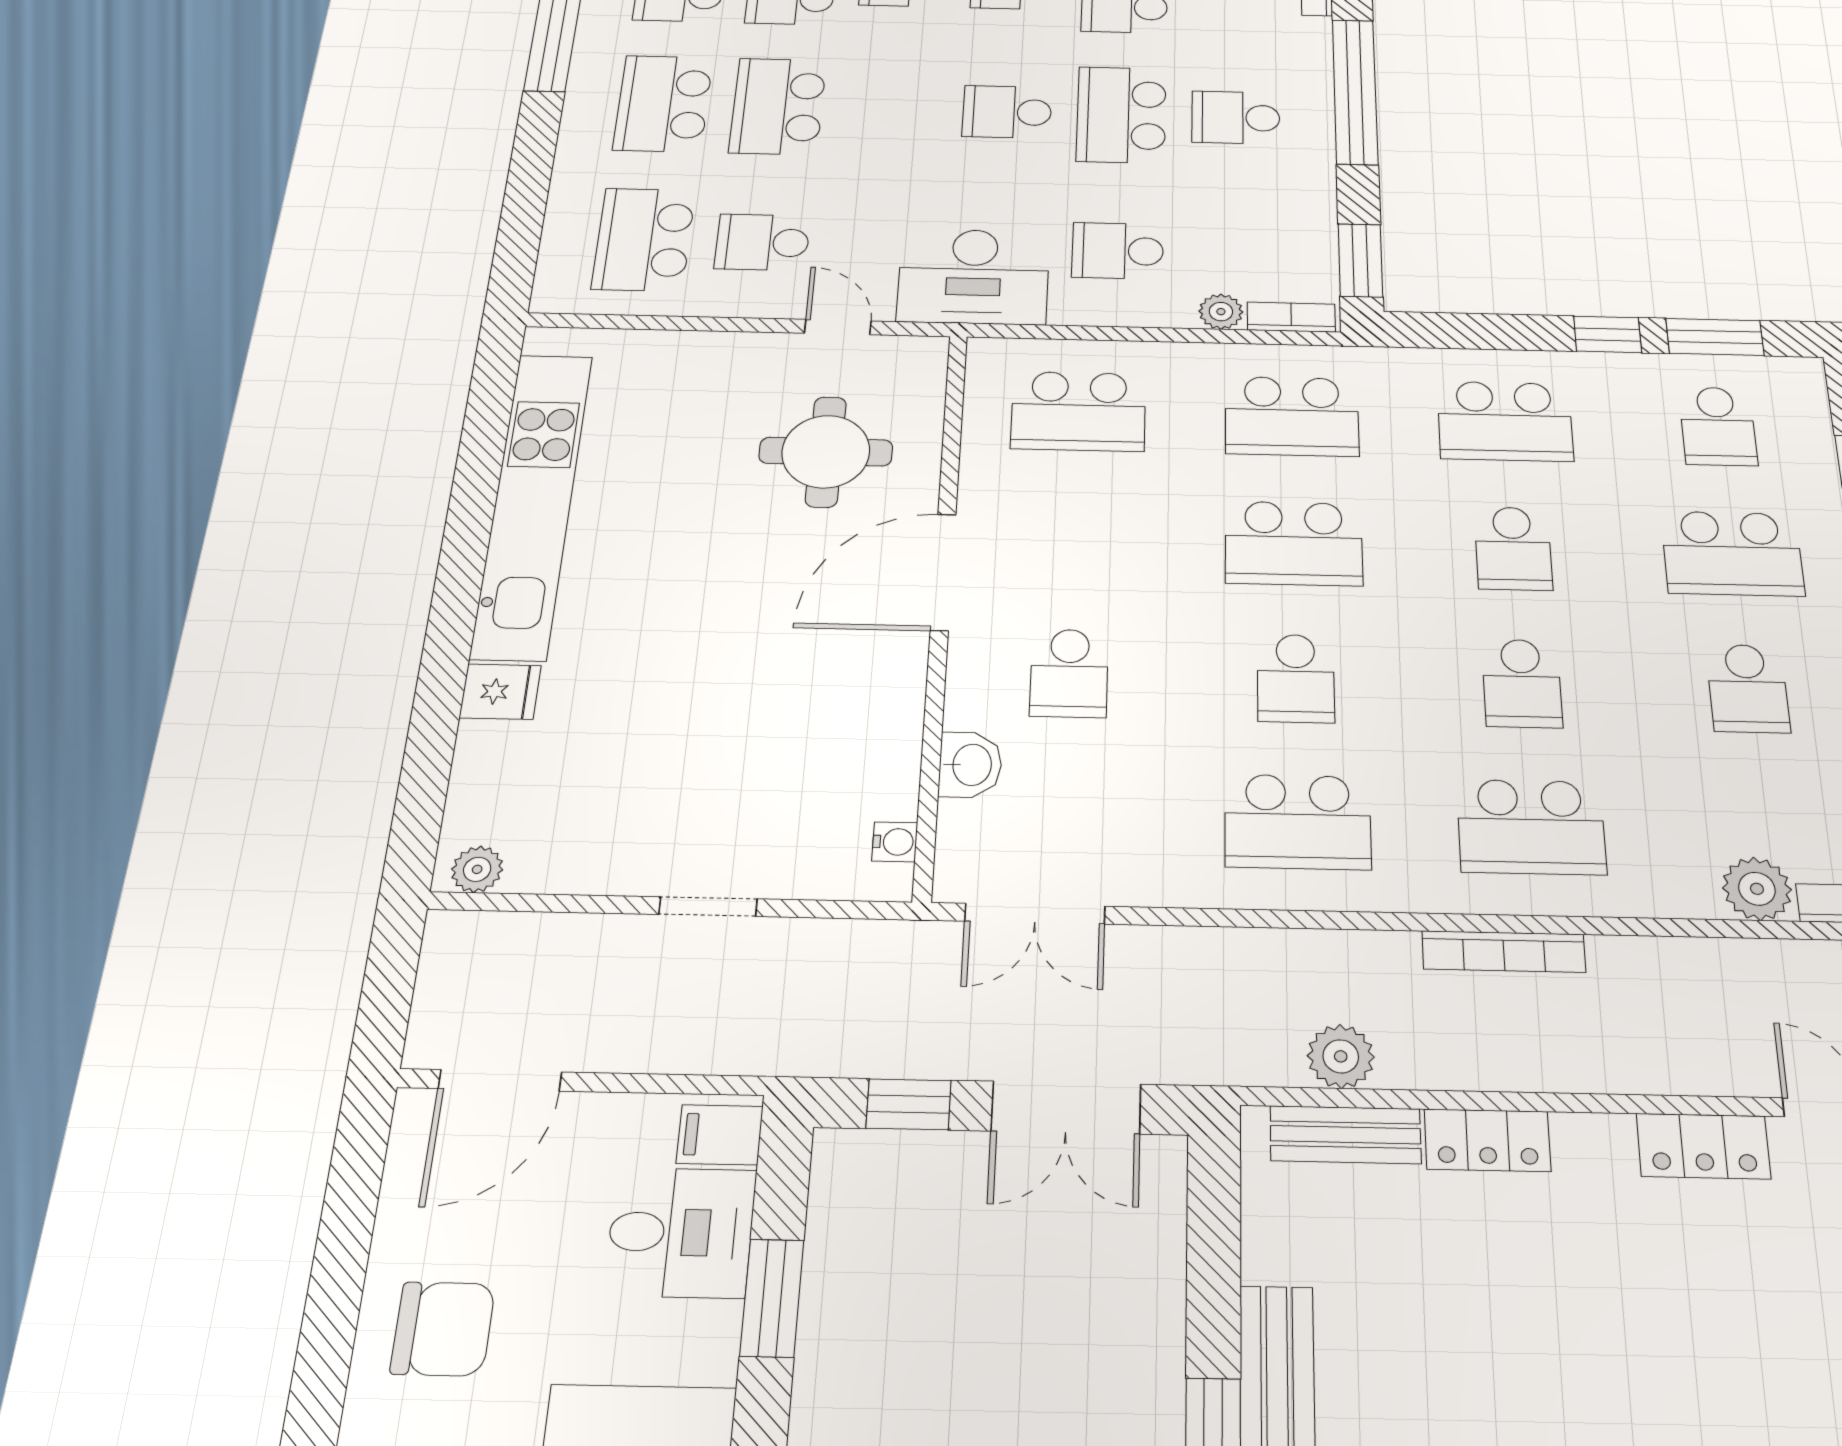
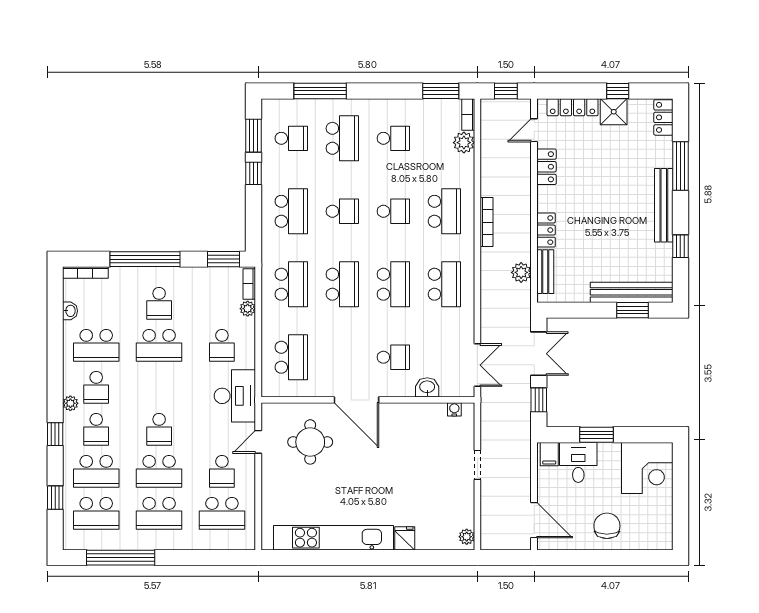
school desk: (1007, 112) -> (159, 429), moved
school desk: (1296, 678) -> (393, 284), width x1.85

